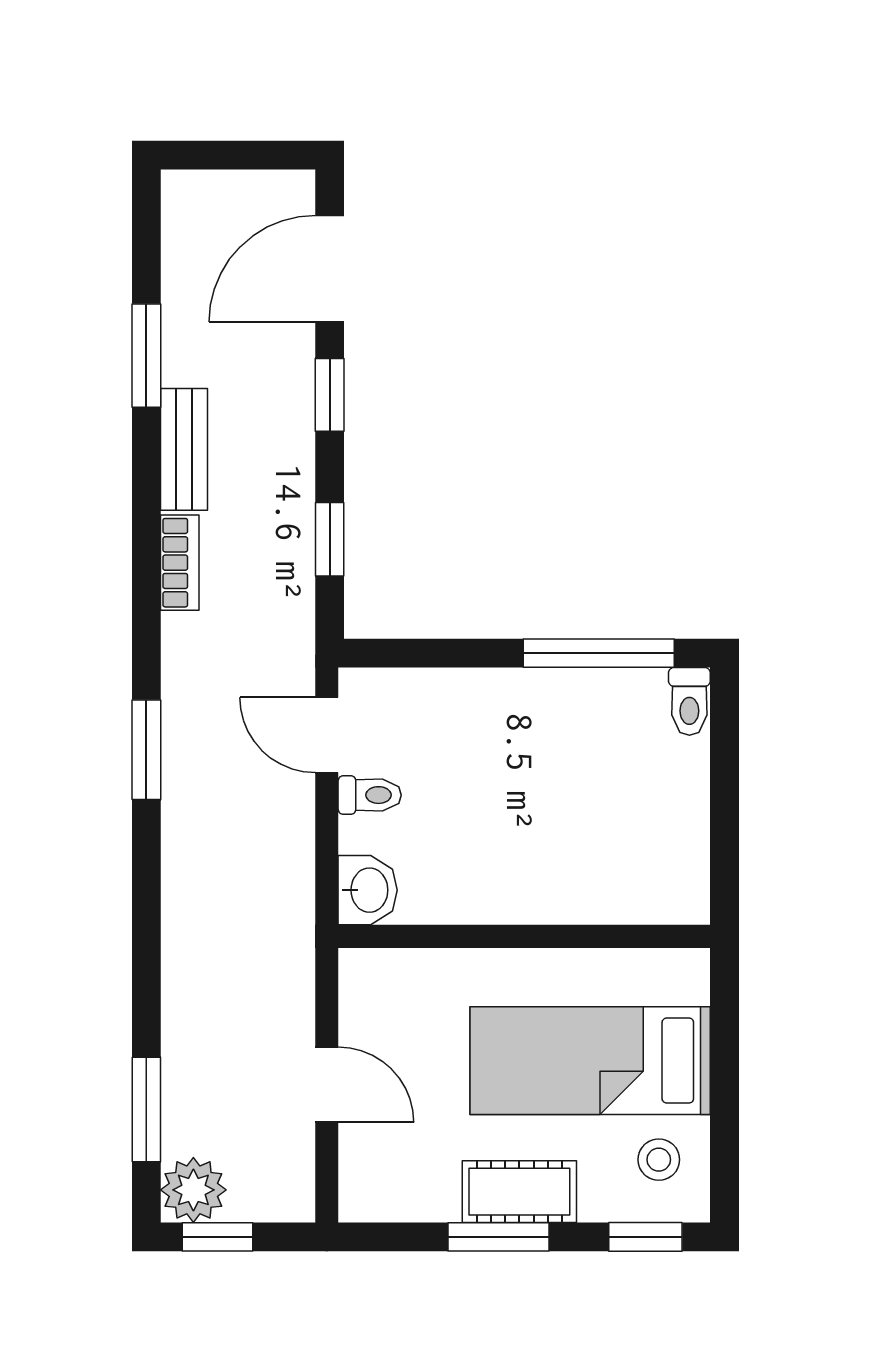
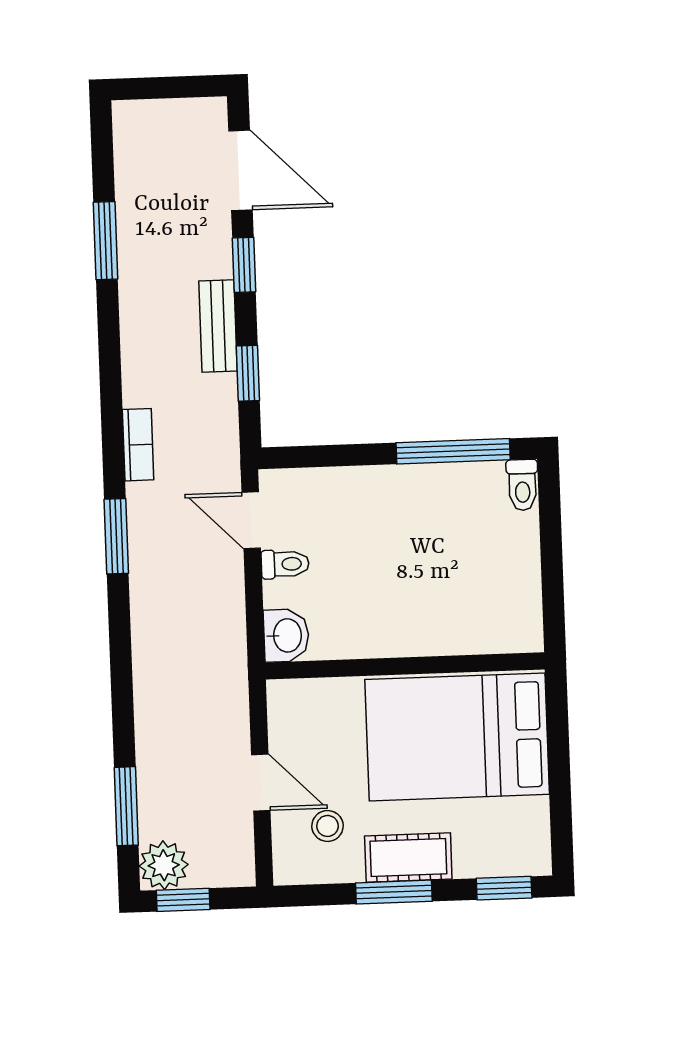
door: (330, 269) -> (241, 170), swing flipped
bench: (184, 449) -> (218, 326), moved
bookcase: (180, 563) -> (138, 445), moved
bed: (590, 1061) -> (457, 737), width x1.50
stool: (659, 1160) -> (328, 826), moved

